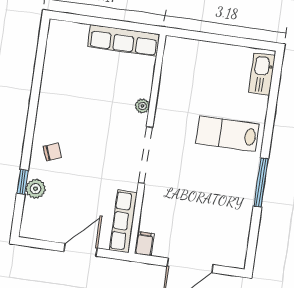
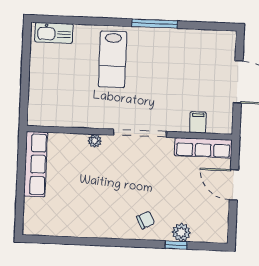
chair: (52, 152) -> (146, 220), turned 84
filing cabinet: (144, 244) -> (198, 122), moved, turned 90

